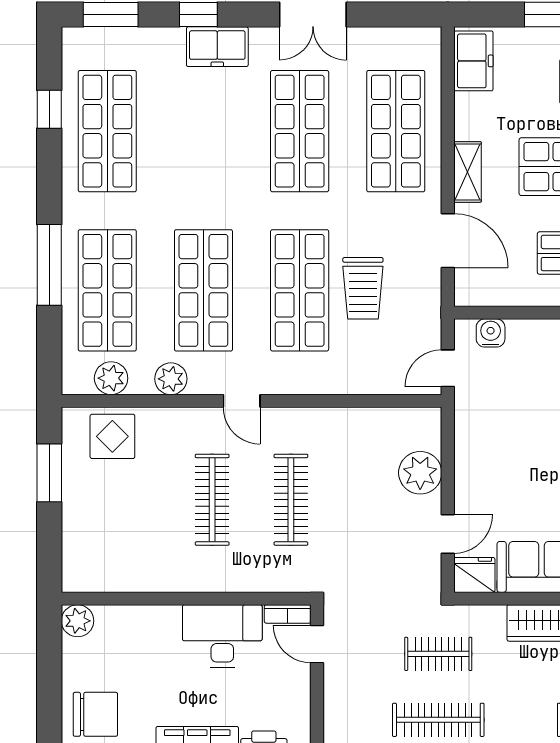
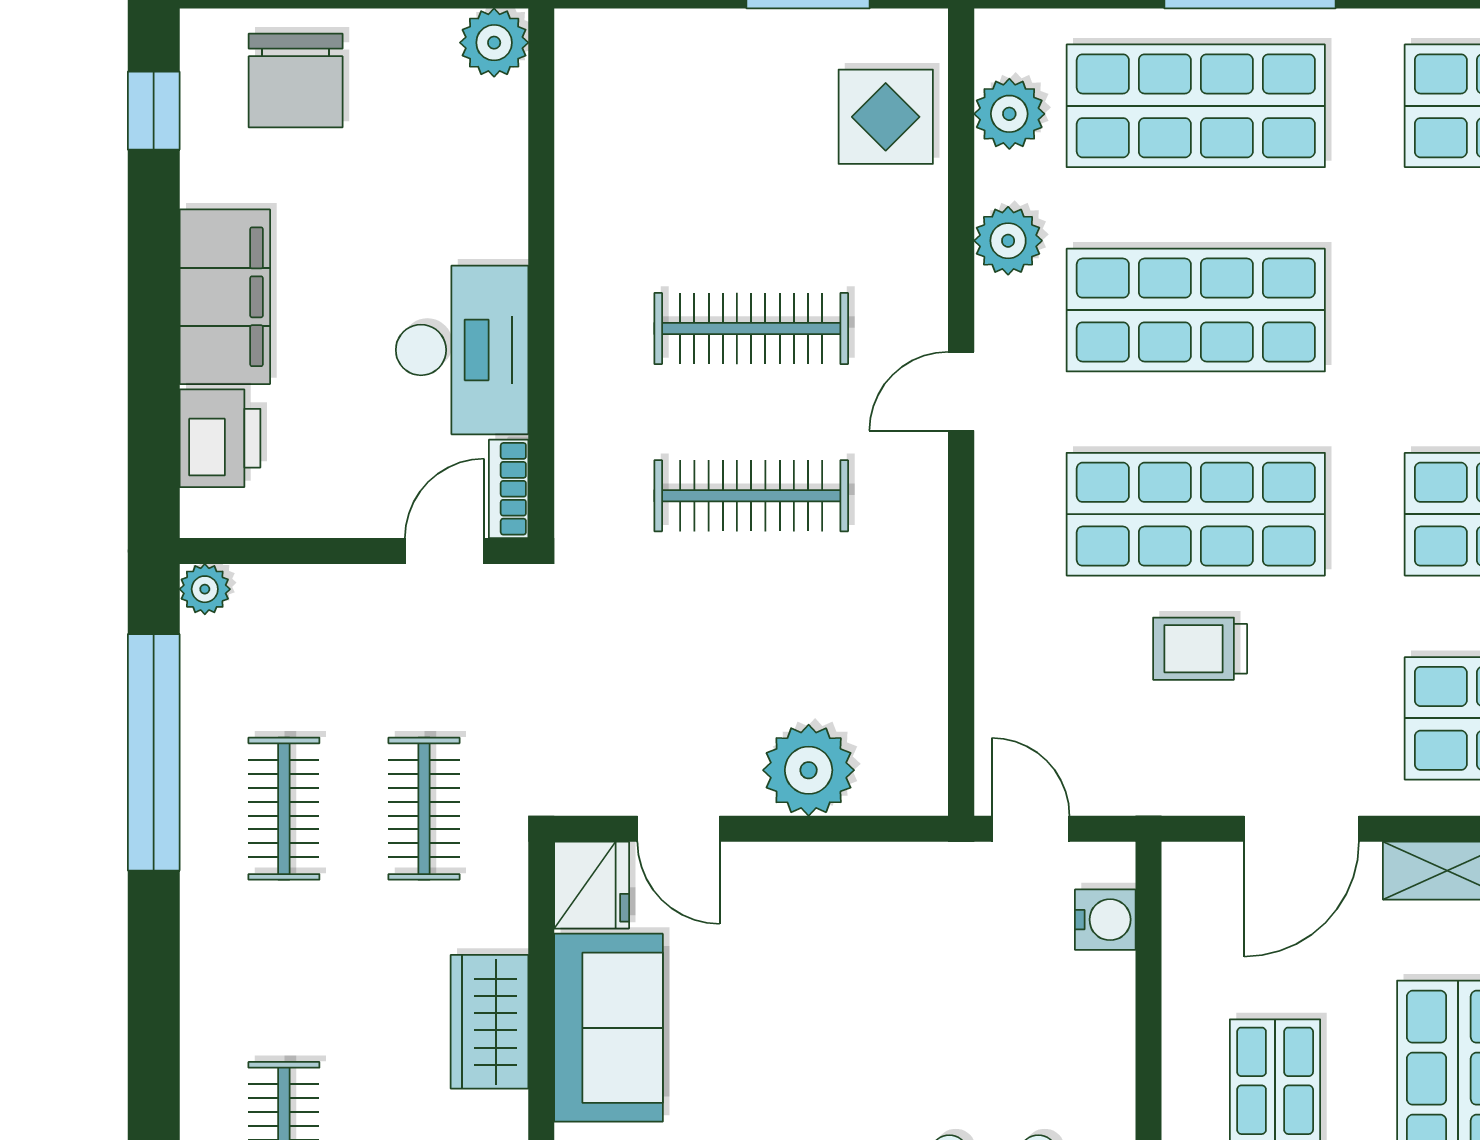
trolley: (363, 288) -> (1200, 649), width x0.73, depth x0.72
clothes rail: (438, 720) -> (284, 809), width x0.73

